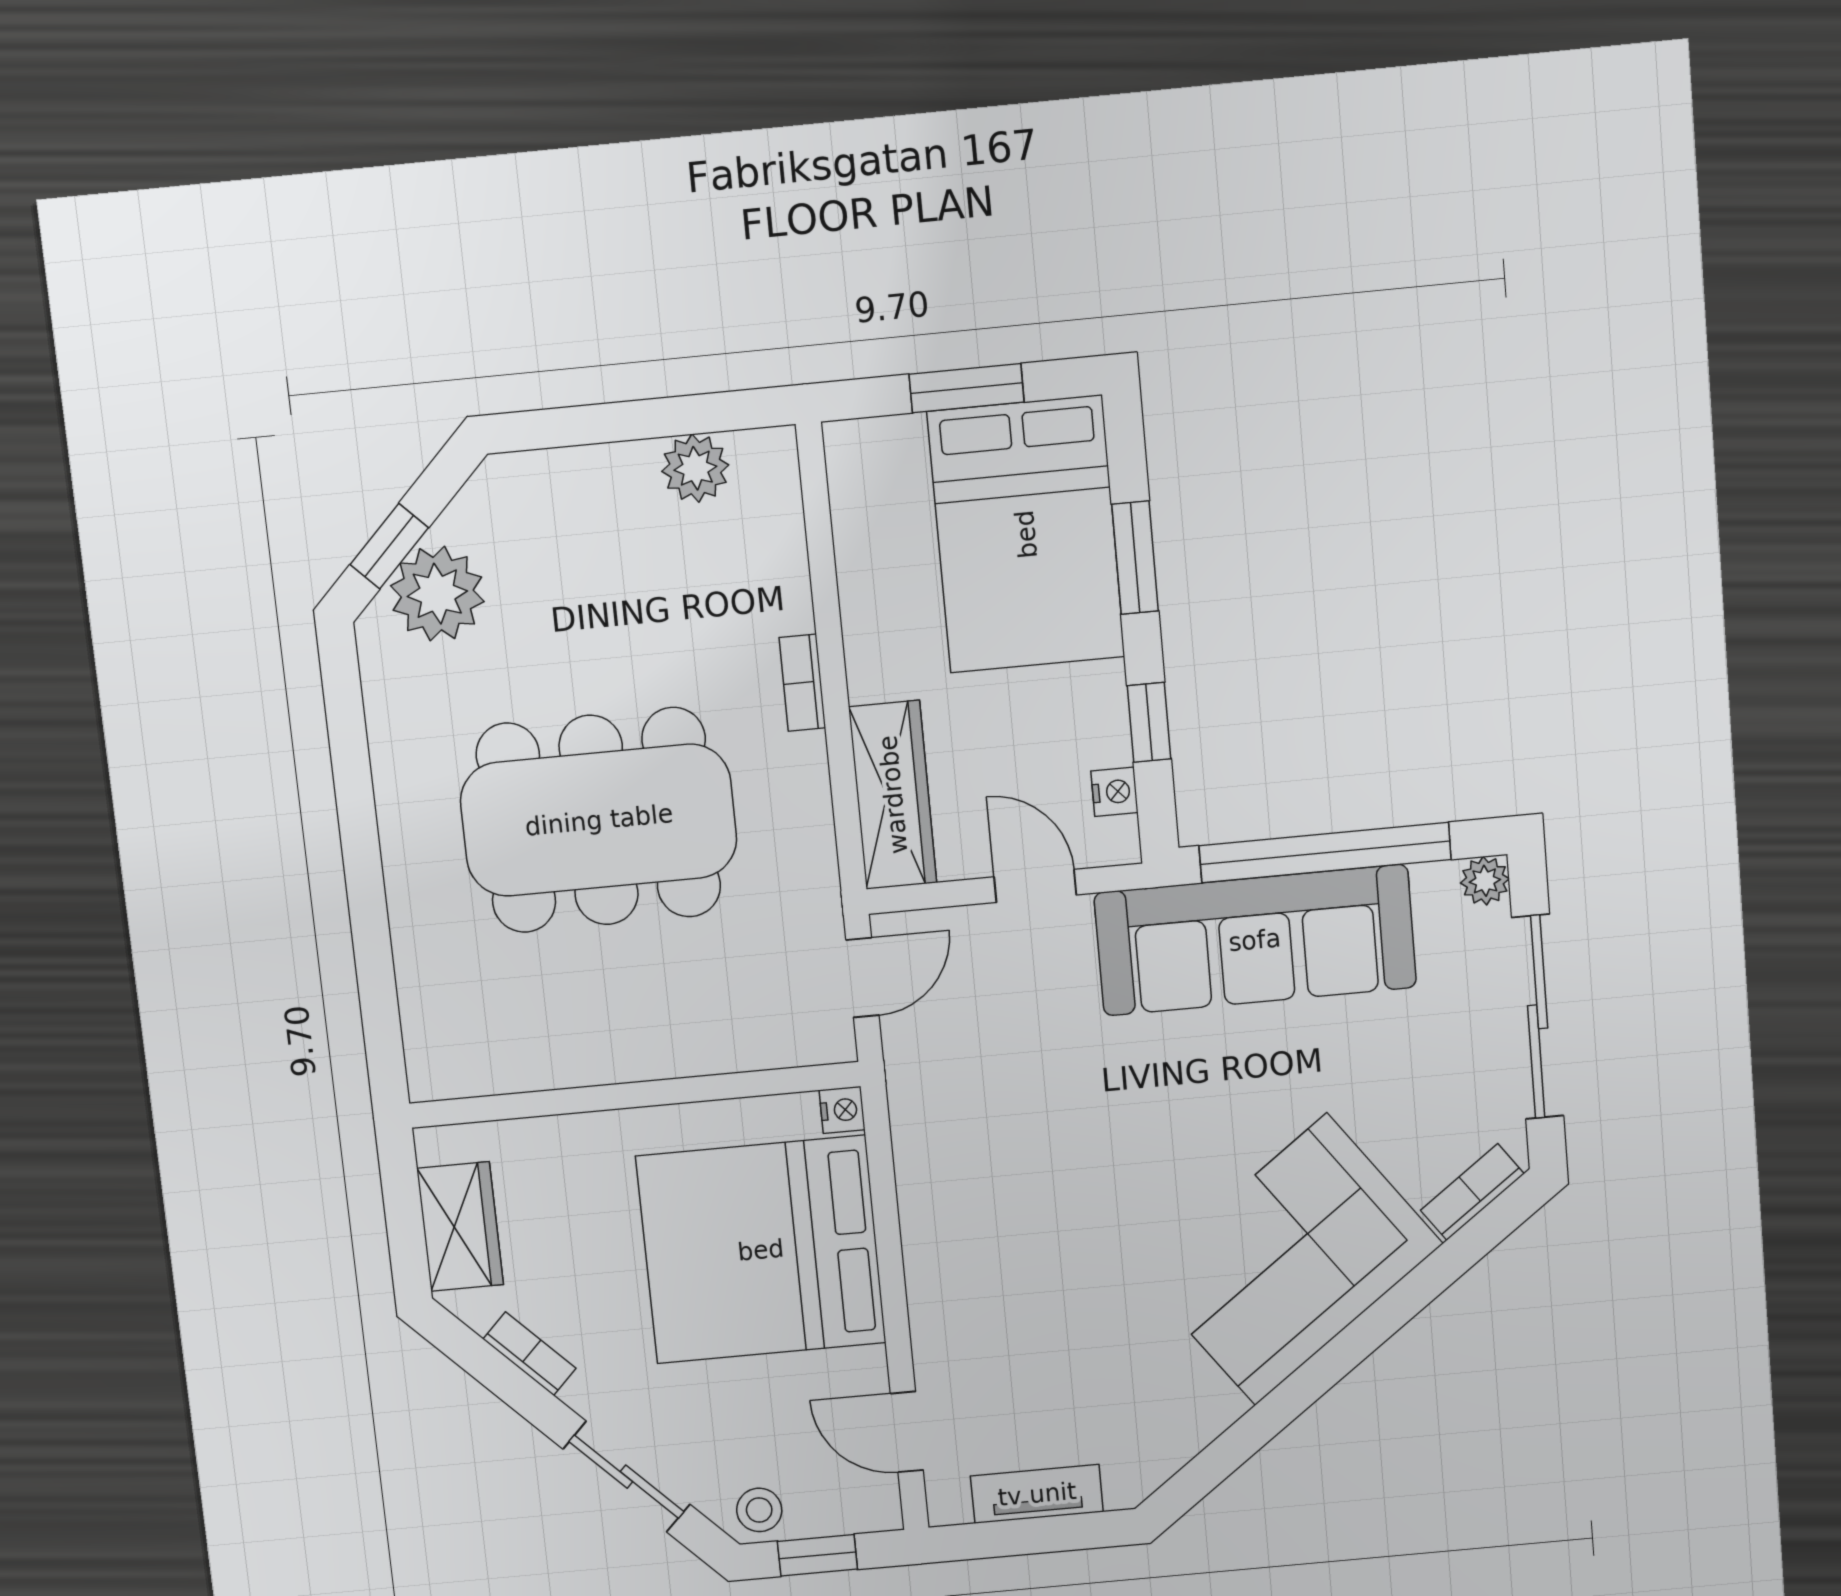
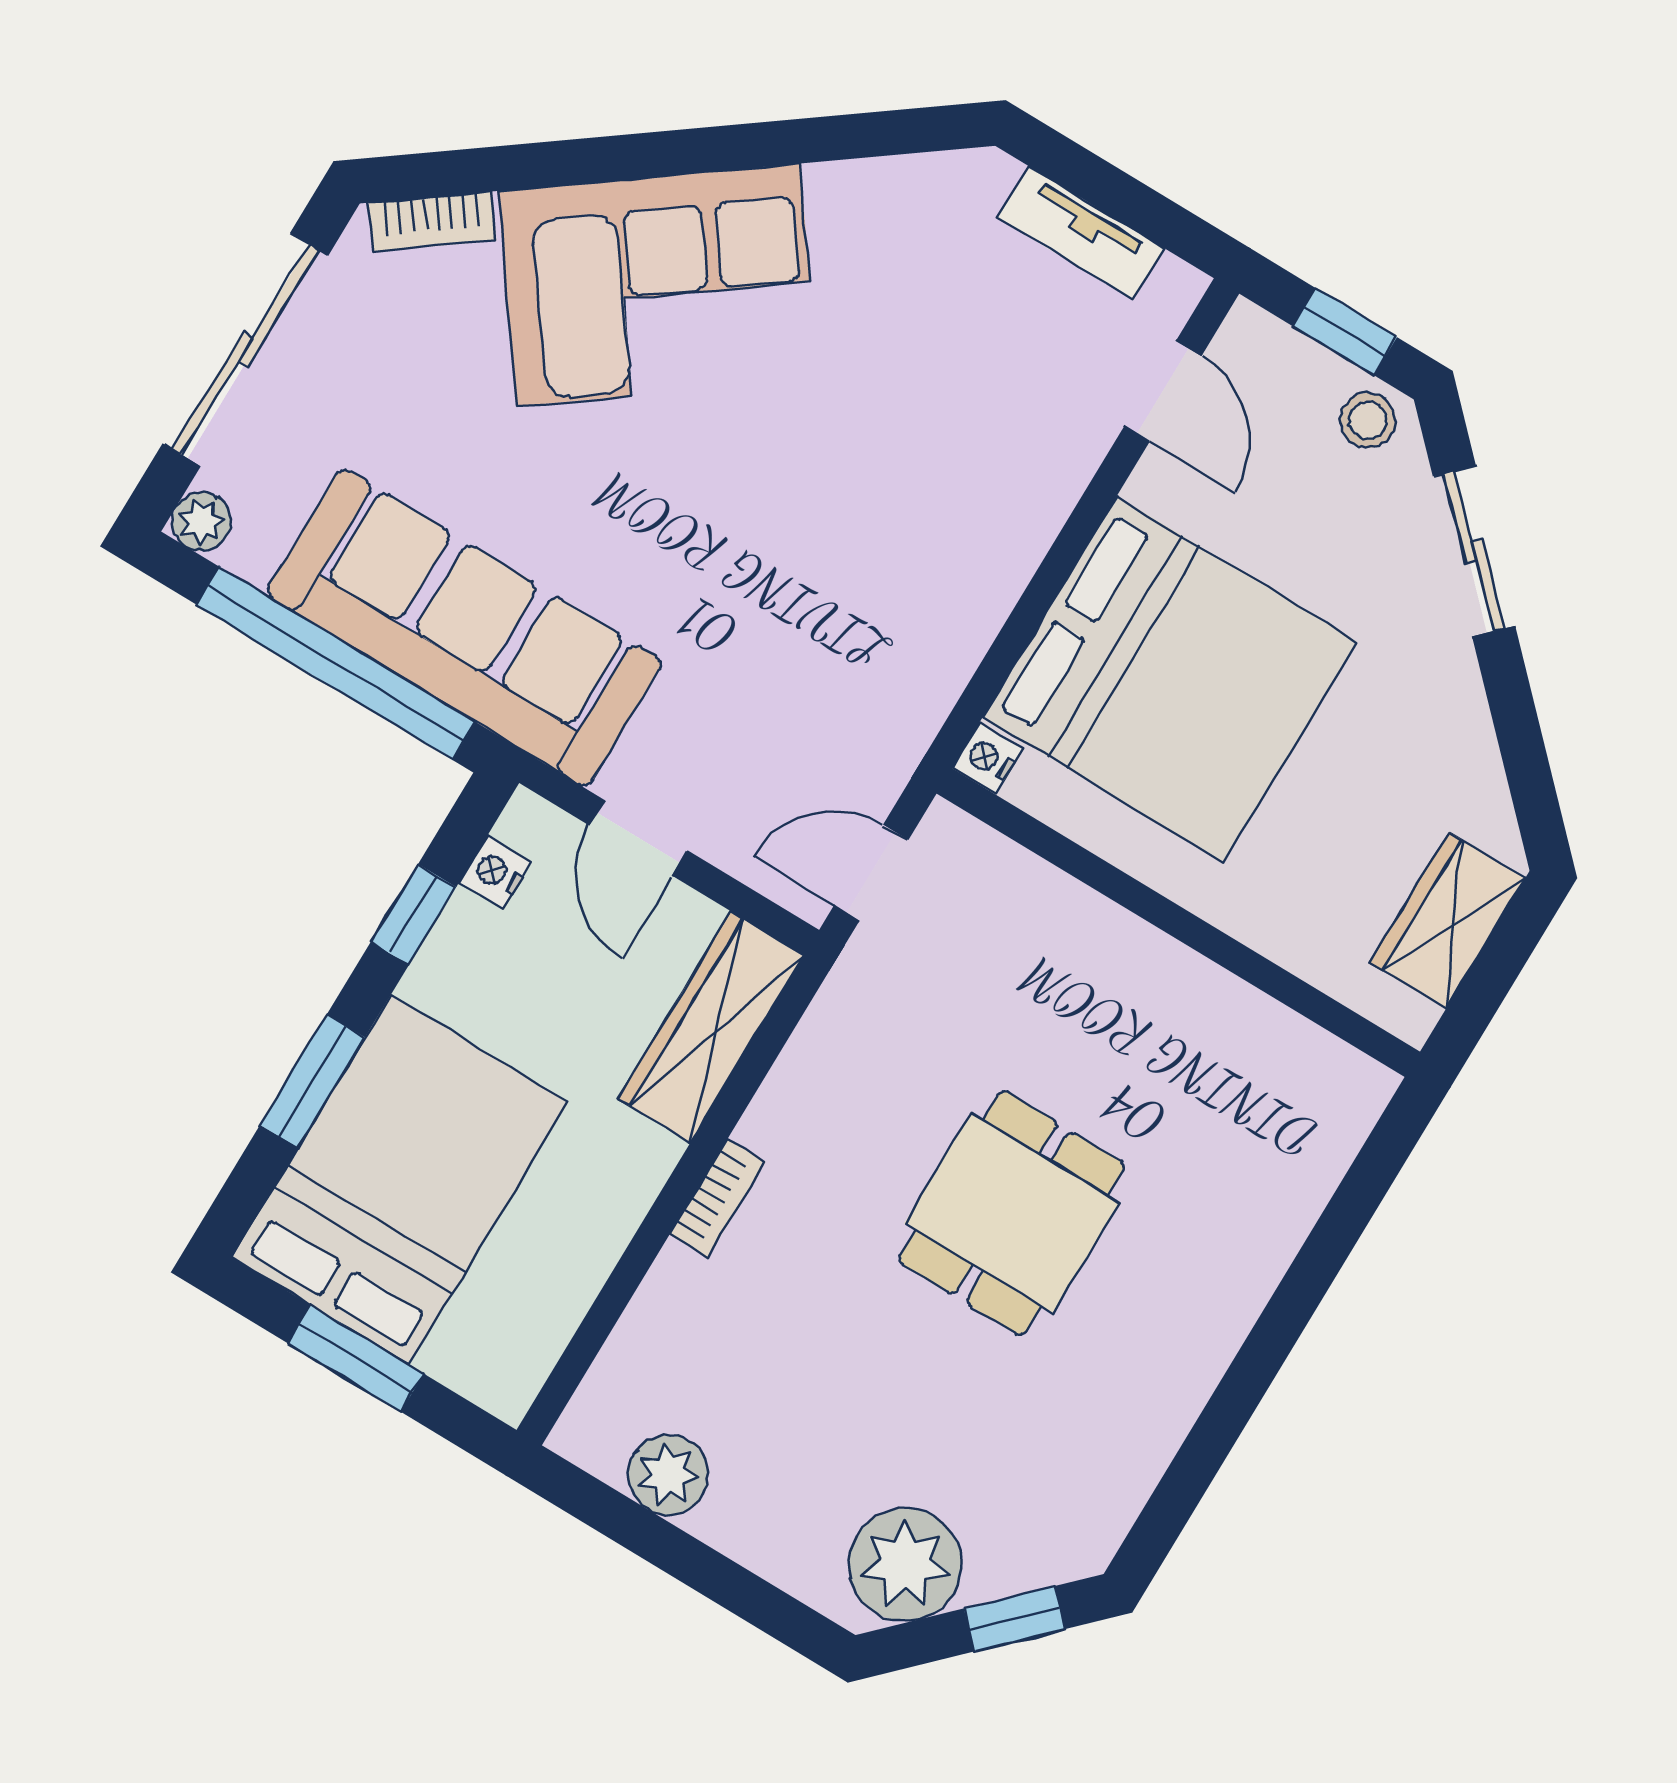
plant: (437, 594) -> (905, 1565), moved
dining table: (599, 820) -> (1012, 1213), width x0.53, depth x0.80
bookcase: (530, 1354) -> (1476, 745), removed

